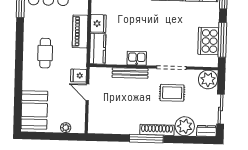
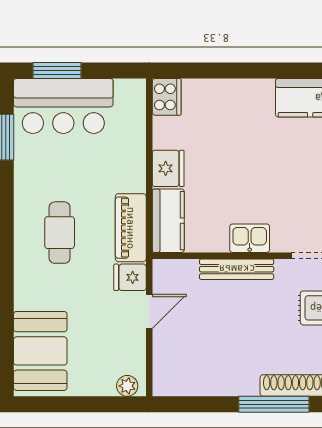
piano: (80, 31) -> (131, 228), moved
door: (87, 92) -> (149, 311), swing flipped
plant: (66, 128) -> (127, 386), moved

